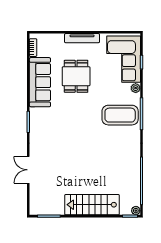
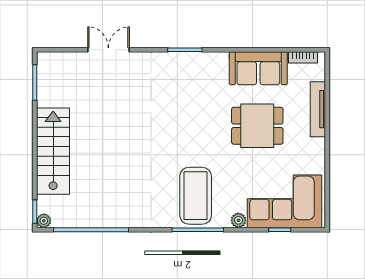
tv unit: (82, 38) -> (318, 109), moved
sofa: (40, 82) -> (258, 68), width x0.73

